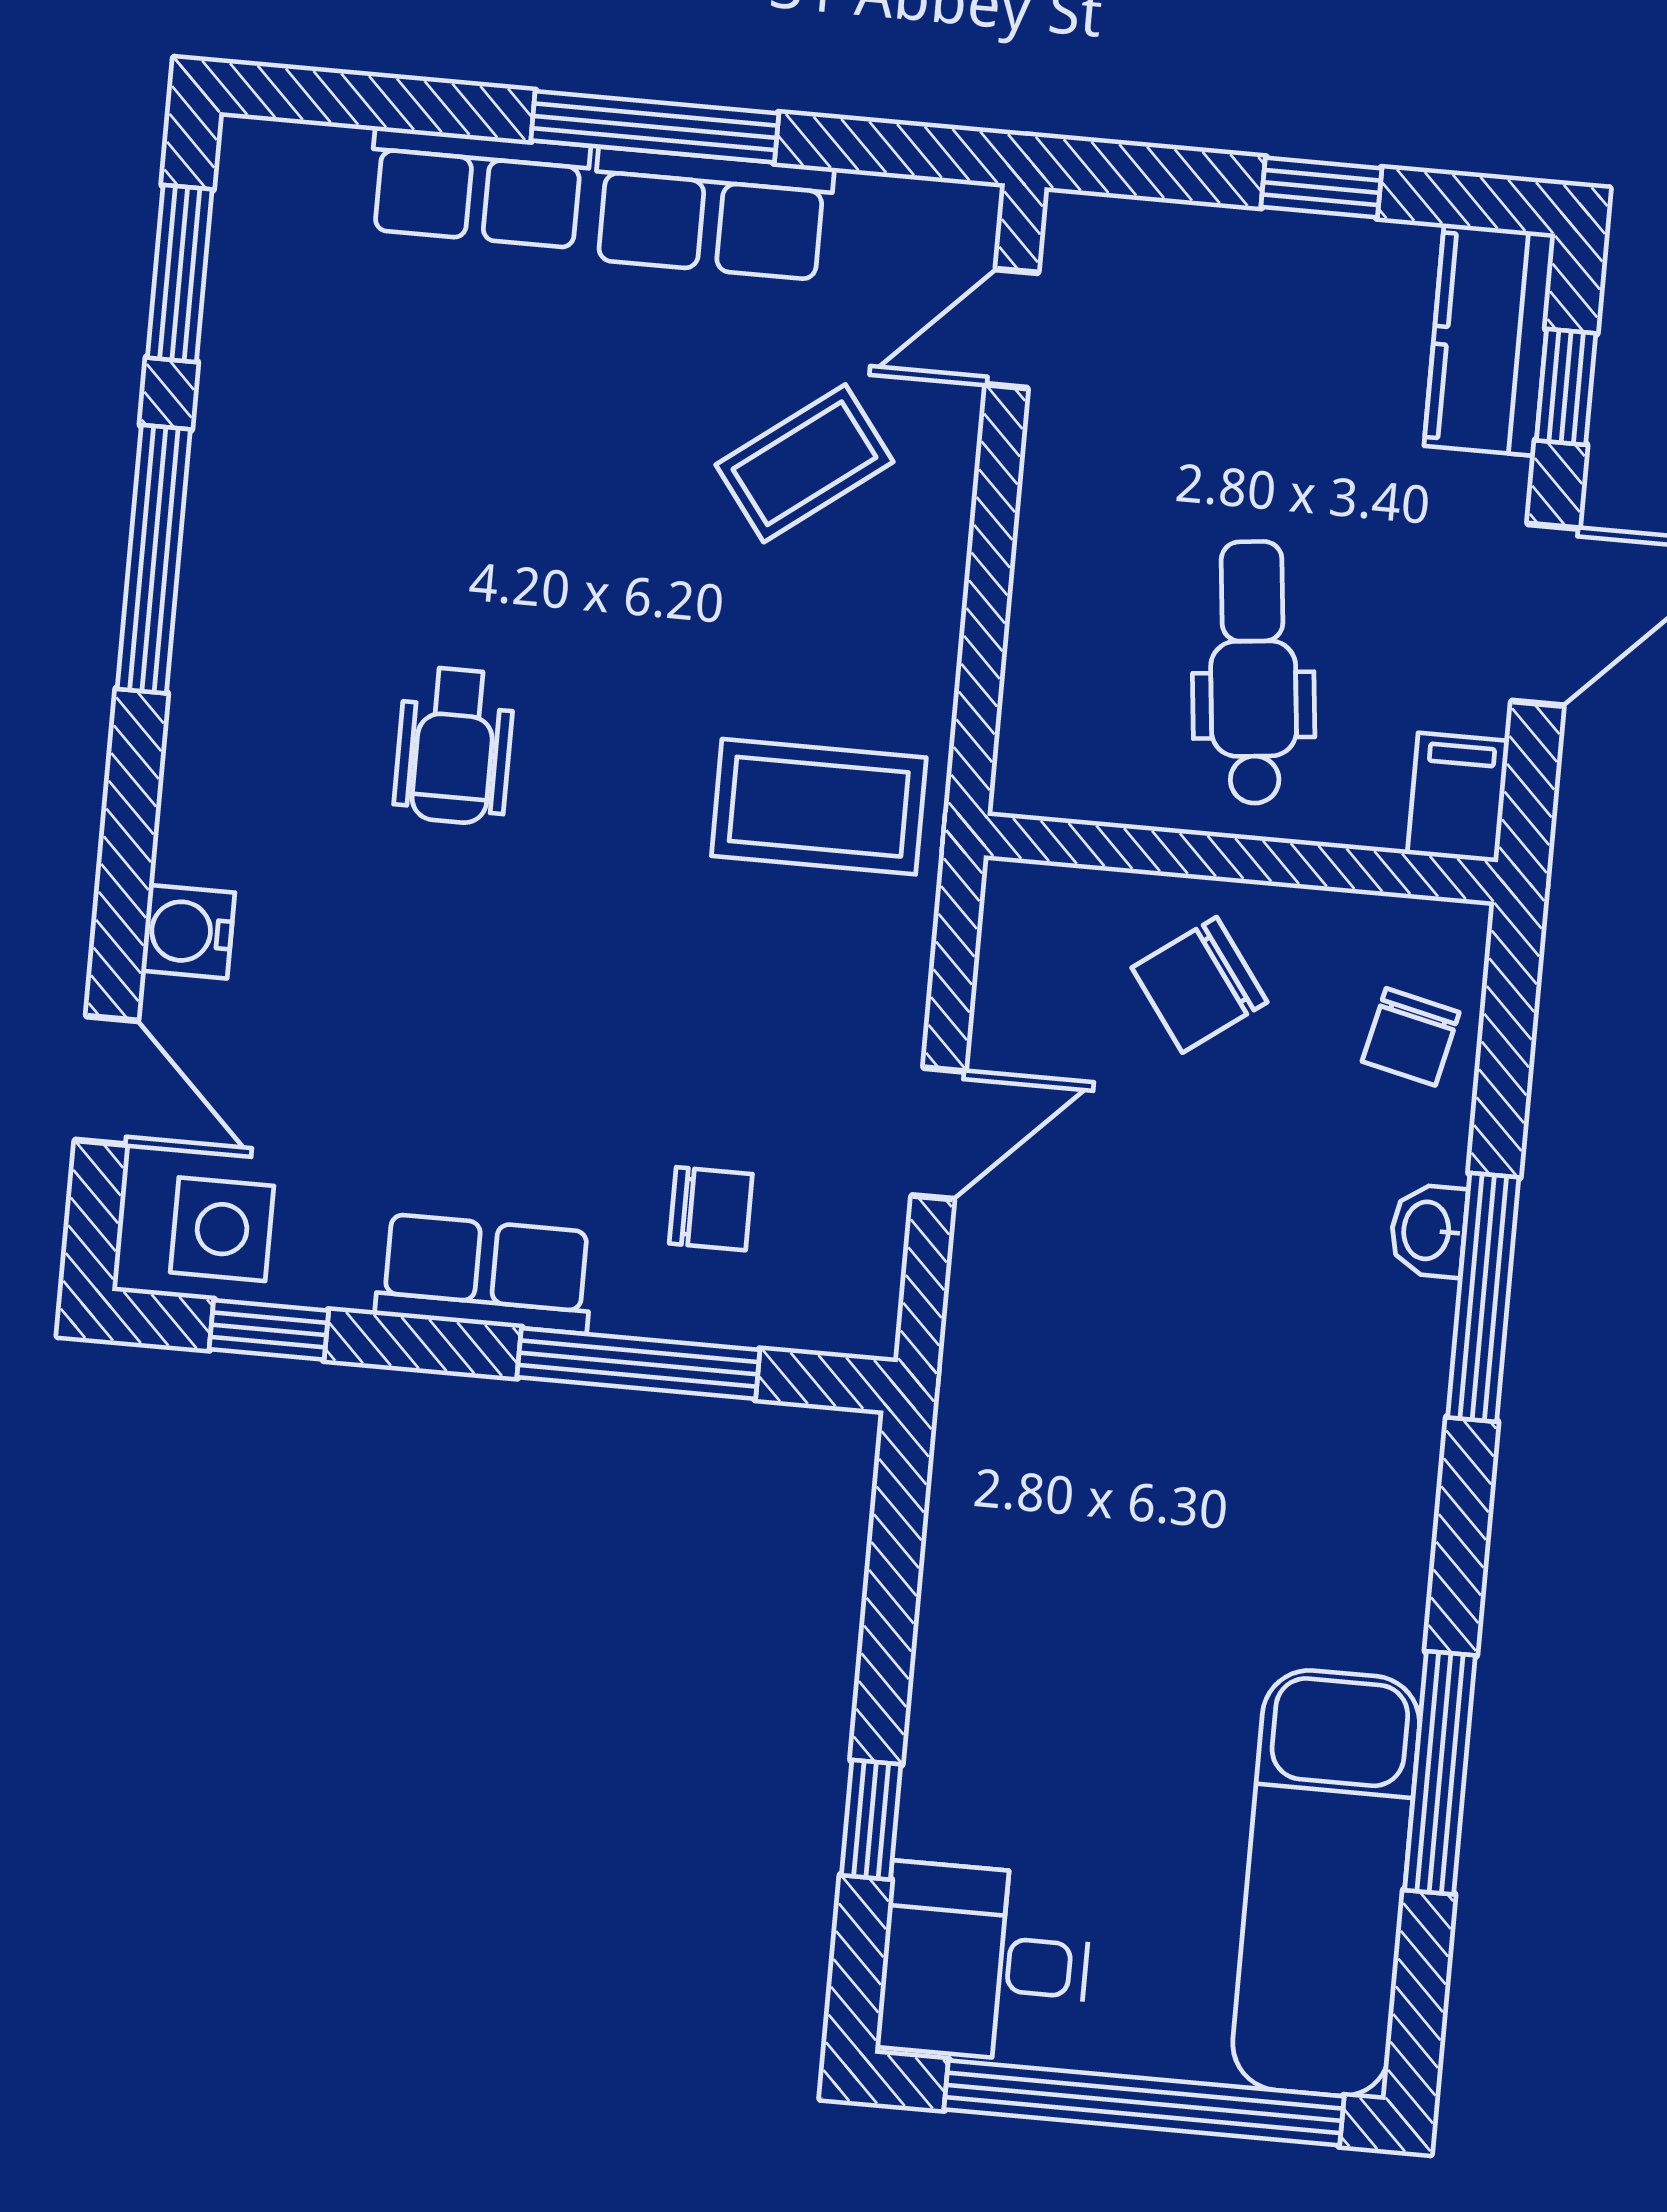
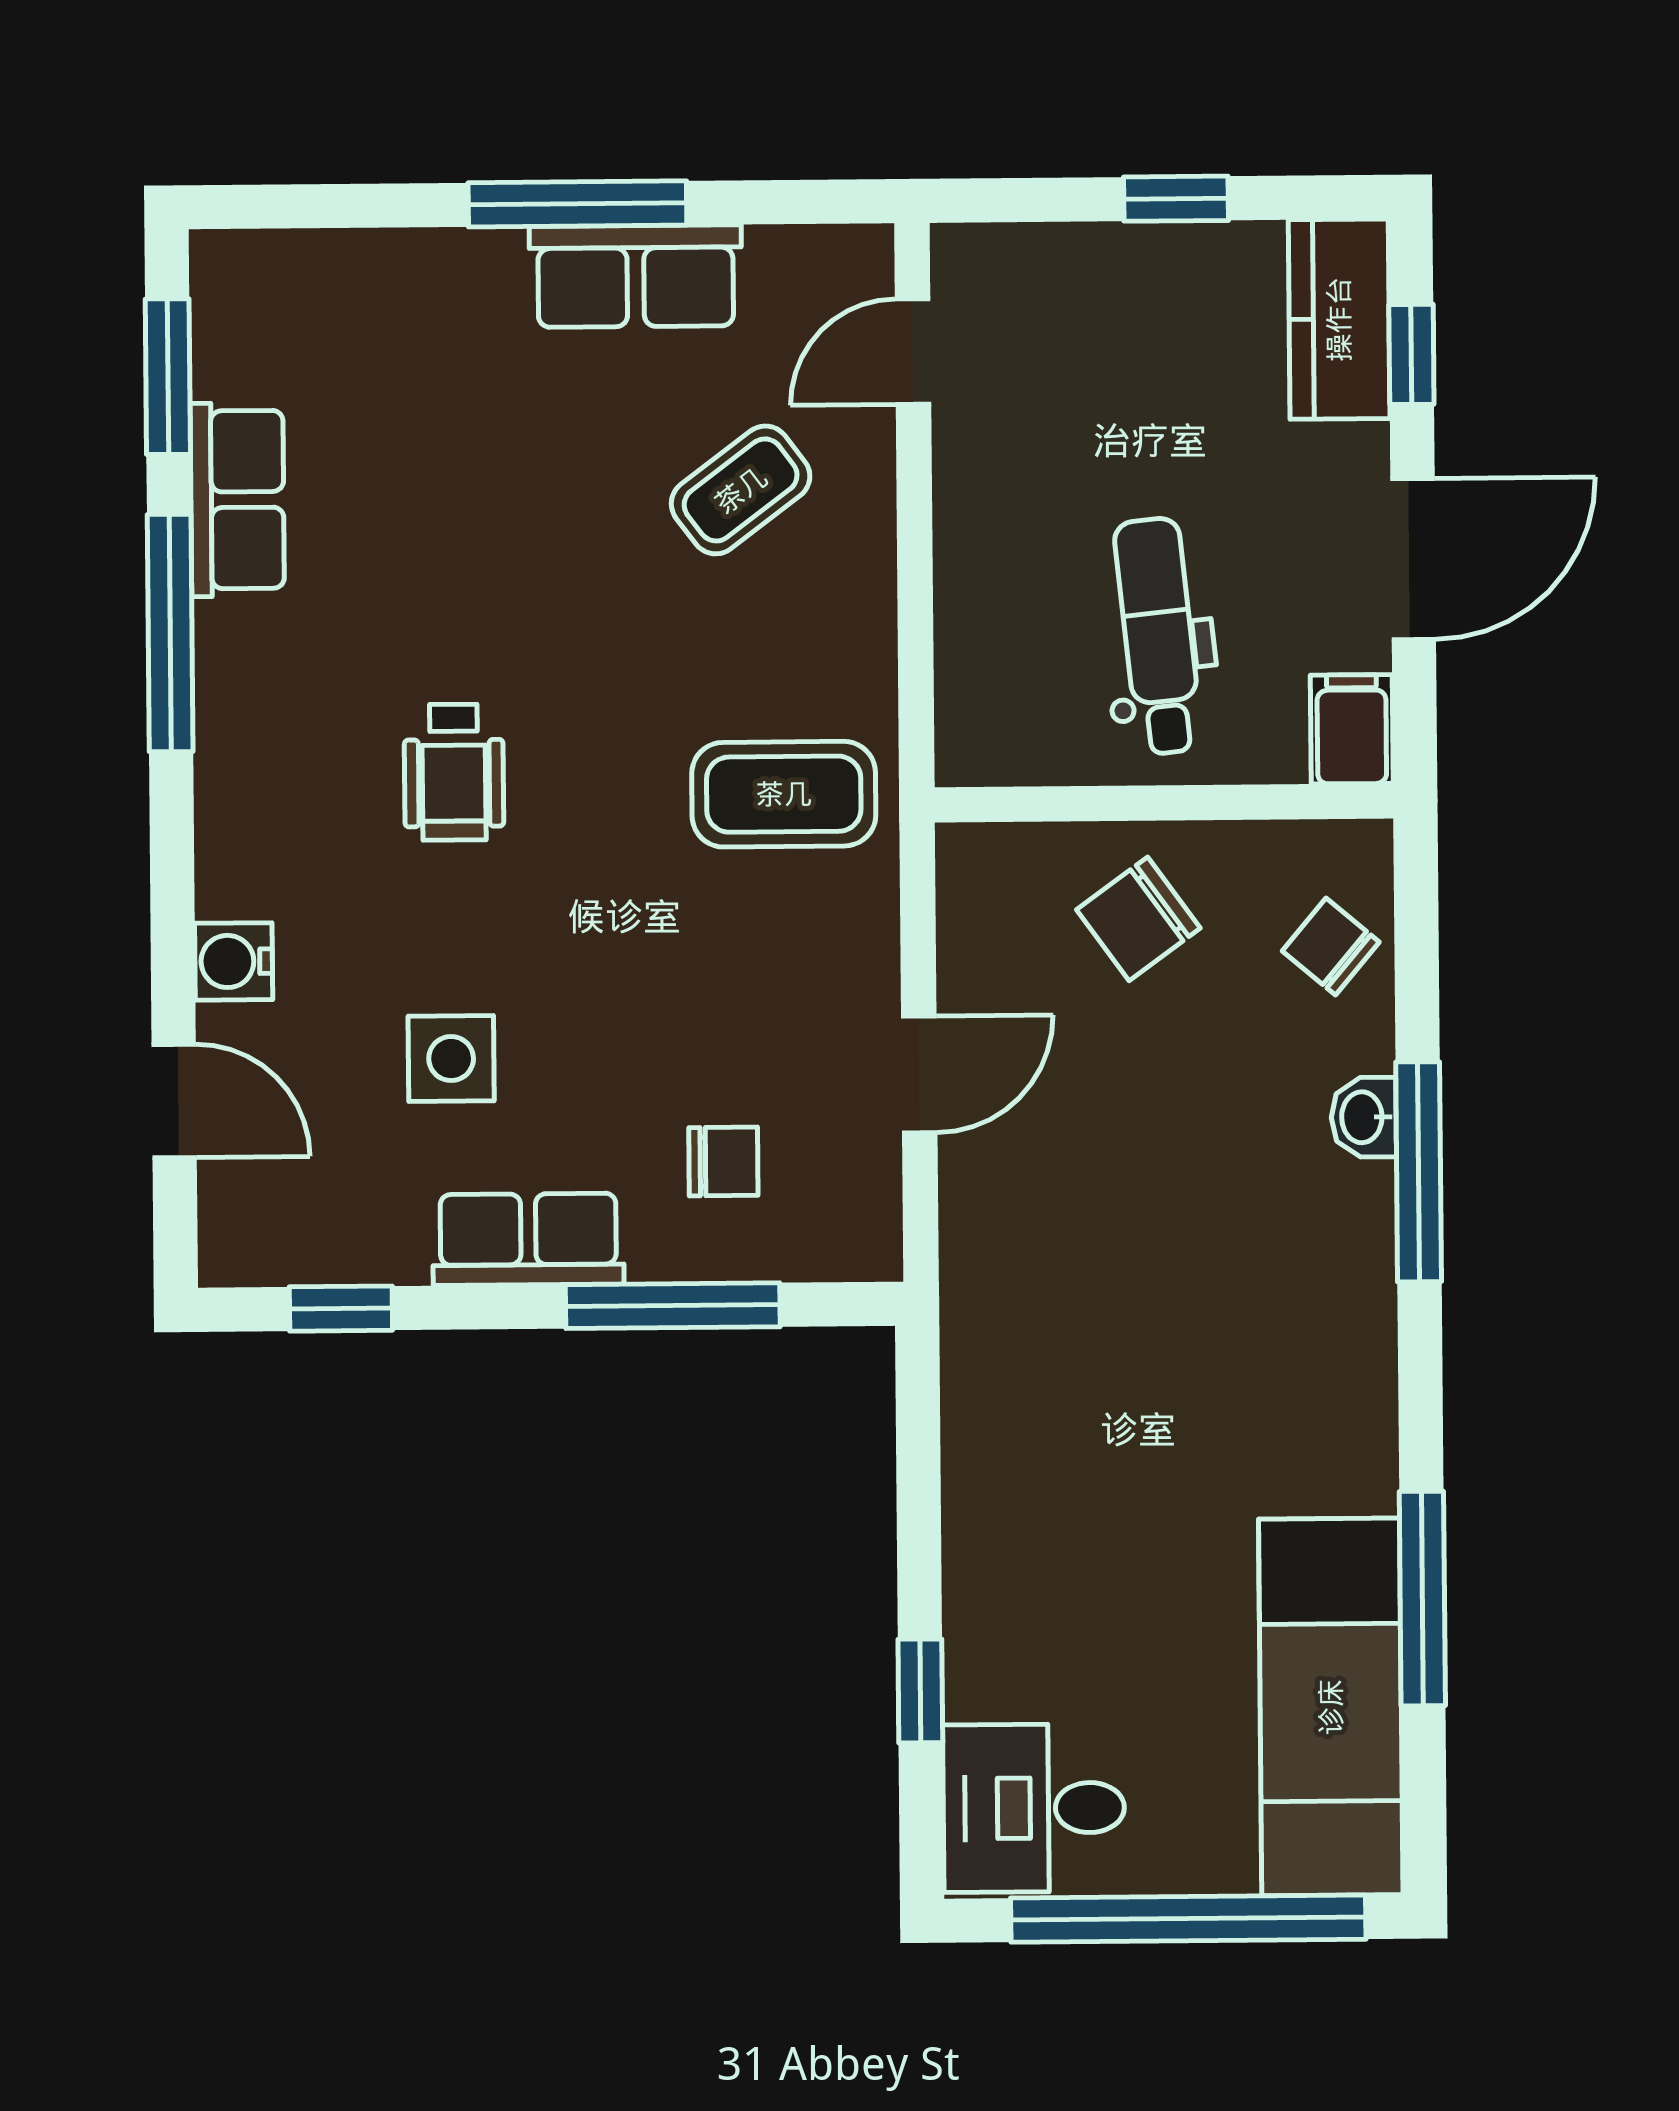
row of seats: (478, 188) -> (237, 500), moved, turned -90
chair: (1411, 1037) -> (1331, 946), turned 117
side table: (222, 1229) -> (451, 1059), moved

